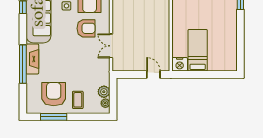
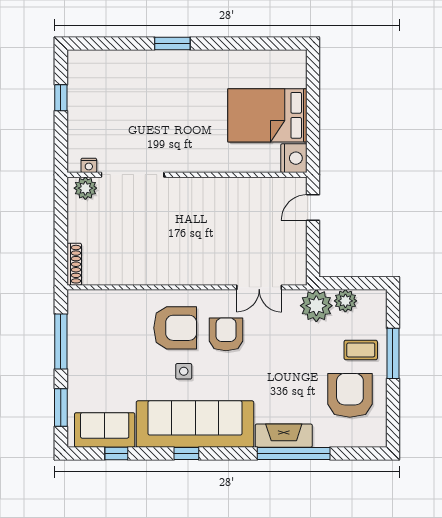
bed: (198, 50) -> (267, 115), width x1.50
armchair: (54, 94) -> (350, 395), turned 90
plant: (105, 103) -> (316, 306), moved, width x1.88, depth x1.88
window: (54, 117) -> (393, 353), moved

